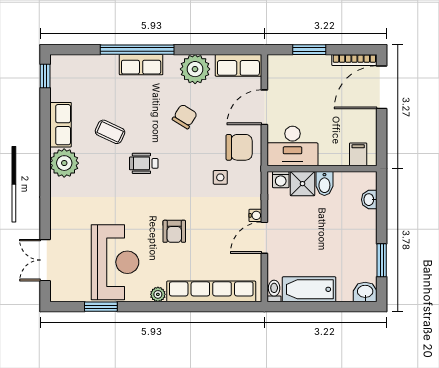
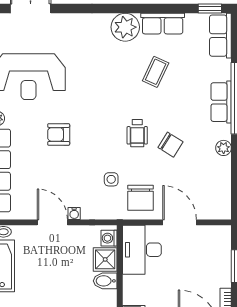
row of seats: (238, 65) -> (220, 36), moved
plant: (195, 69) -> (224, 148), width x0.53, depth x0.53
wheelchair: (144, 163) -> (137, 133), moved, turned 180

